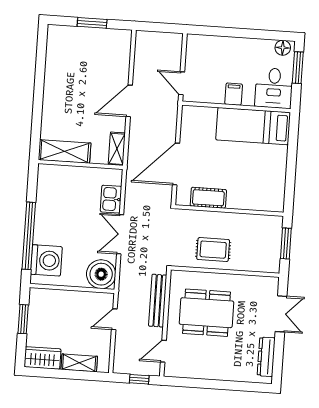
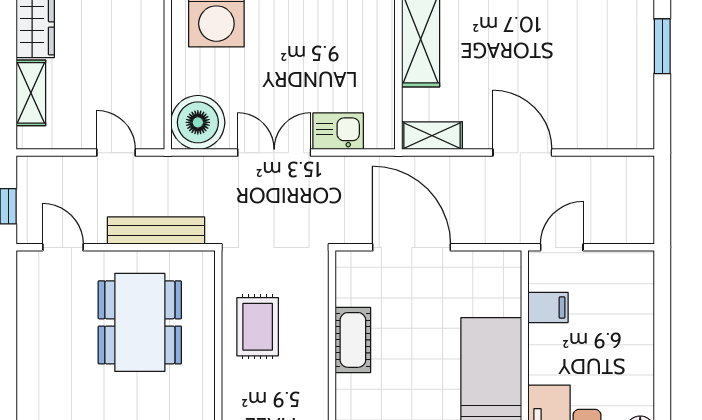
window: (92, 23) -> (662, 46), moved
filing cabinet: (234, 94) -> (548, 307), moved
cot: (208, 198) -> (353, 340), moved

